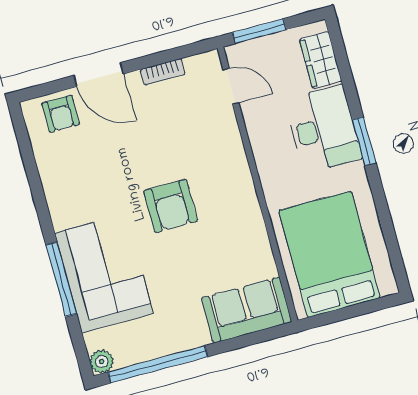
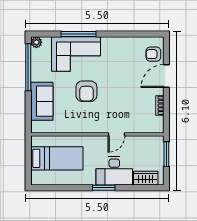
door: (231, 86) -> (116, 134), moved
armchair: (171, 206) -> (86, 91), moved, turned -90
bed: (329, 254) -> (57, 158), width x0.67
sofa: (247, 310) -> (42, 101), moved

